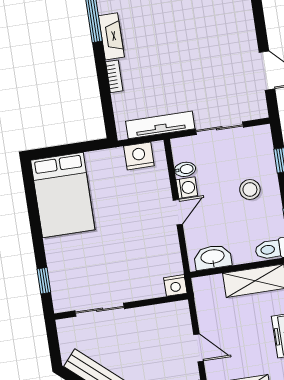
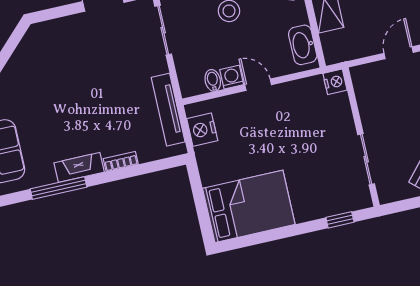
sliding door: (219, 128) -> (163, 30), moved

